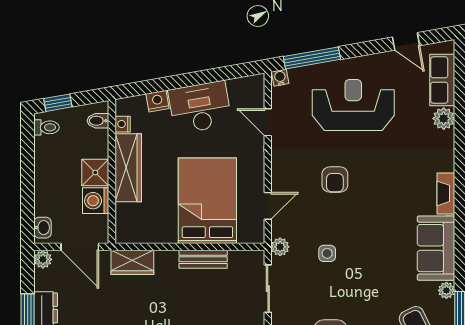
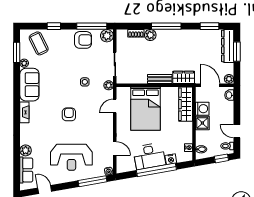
window: (186, 80) -> (156, 170), added
door: (28, 156) -> (237, 131), added
wardrobe: (128, 168) -> (186, 104), moved
armchair: (335, 180) -> (69, 114), moved
bench: (203, 259) -> (160, 79), moved

